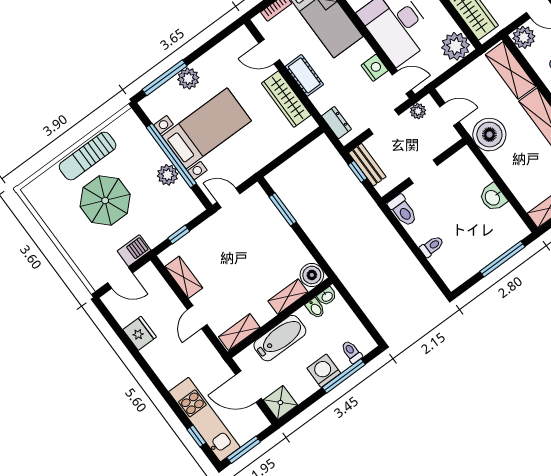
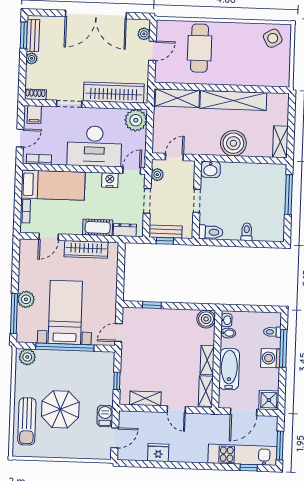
plant: (524, 37) -> (163, 74), removed
cot: (304, 75) -> (98, 227), moved
boiler: (489, 135) -> (233, 143), moved
sun lounger: (88, 156) -> (27, 421), moved
plant: (168, 175) -> (27, 357), moved
washbasin: (493, 197) -> (210, 169), moved
window: (283, 209) -> (152, 305), width x0.67
shelving: (288, 297) -> (207, 360), moved

